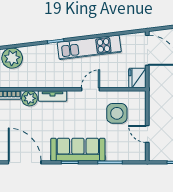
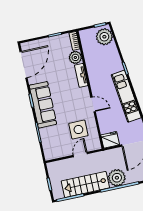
door: (147, 134) -> (80, 154), moved

